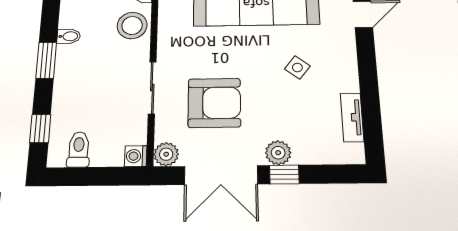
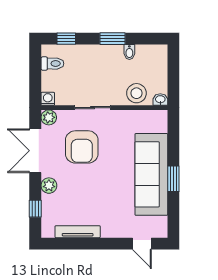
side table: (297, 68) -> (105, 200), removed
tv unit: (352, 117) -> (78, 232), width x1.41
window: (284, 174) -> (35, 209), moved

